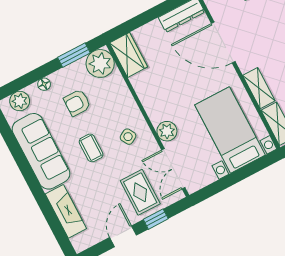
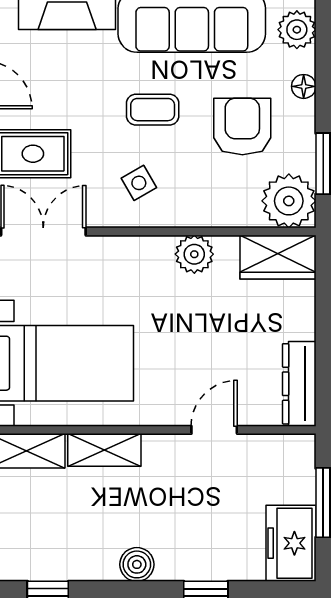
door: (223, 43) -> (214, 430), width x0.53
armchair: (77, 103) -> (242, 126), width x1.38, depth x1.38
plant: (167, 131) -> (194, 254), moved

